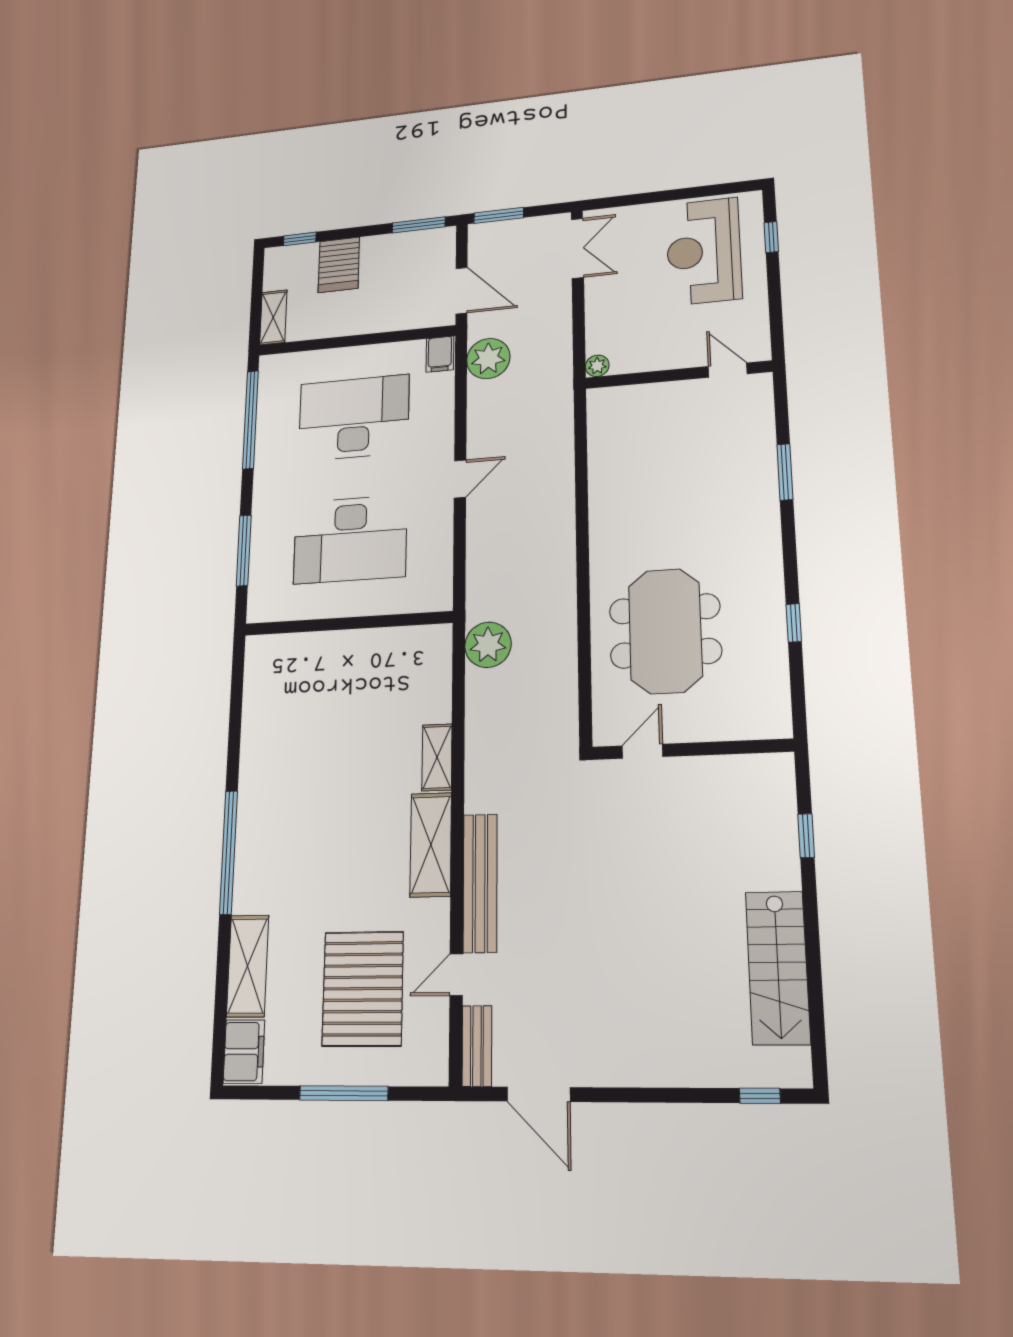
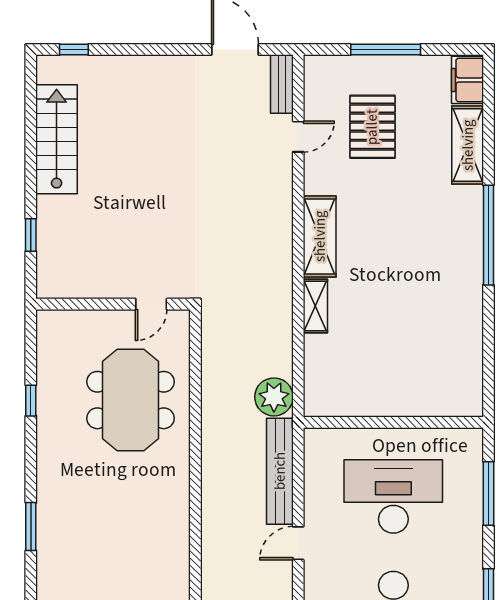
bench: (480, 883) -> (280, 471), moved
pallet: (363, 989) -> (372, 127), width x0.73, depth x0.71

